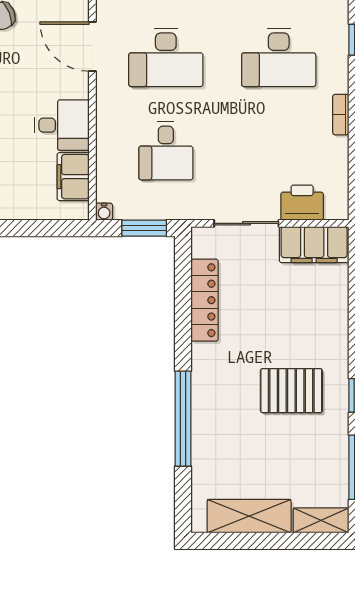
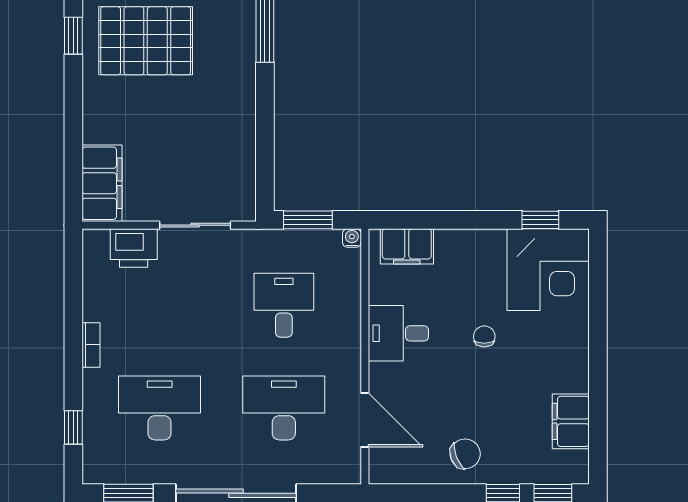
filing cabinet: (73, 177) -> (407, 246), moved, turned 90
filing cabinet: (314, 245) -> (102, 183), moved, turned 90
locker: (205, 300) -> (241, 140), removed
pallet: (291, 391) -> (146, 41), width x1.37, depth x1.41

